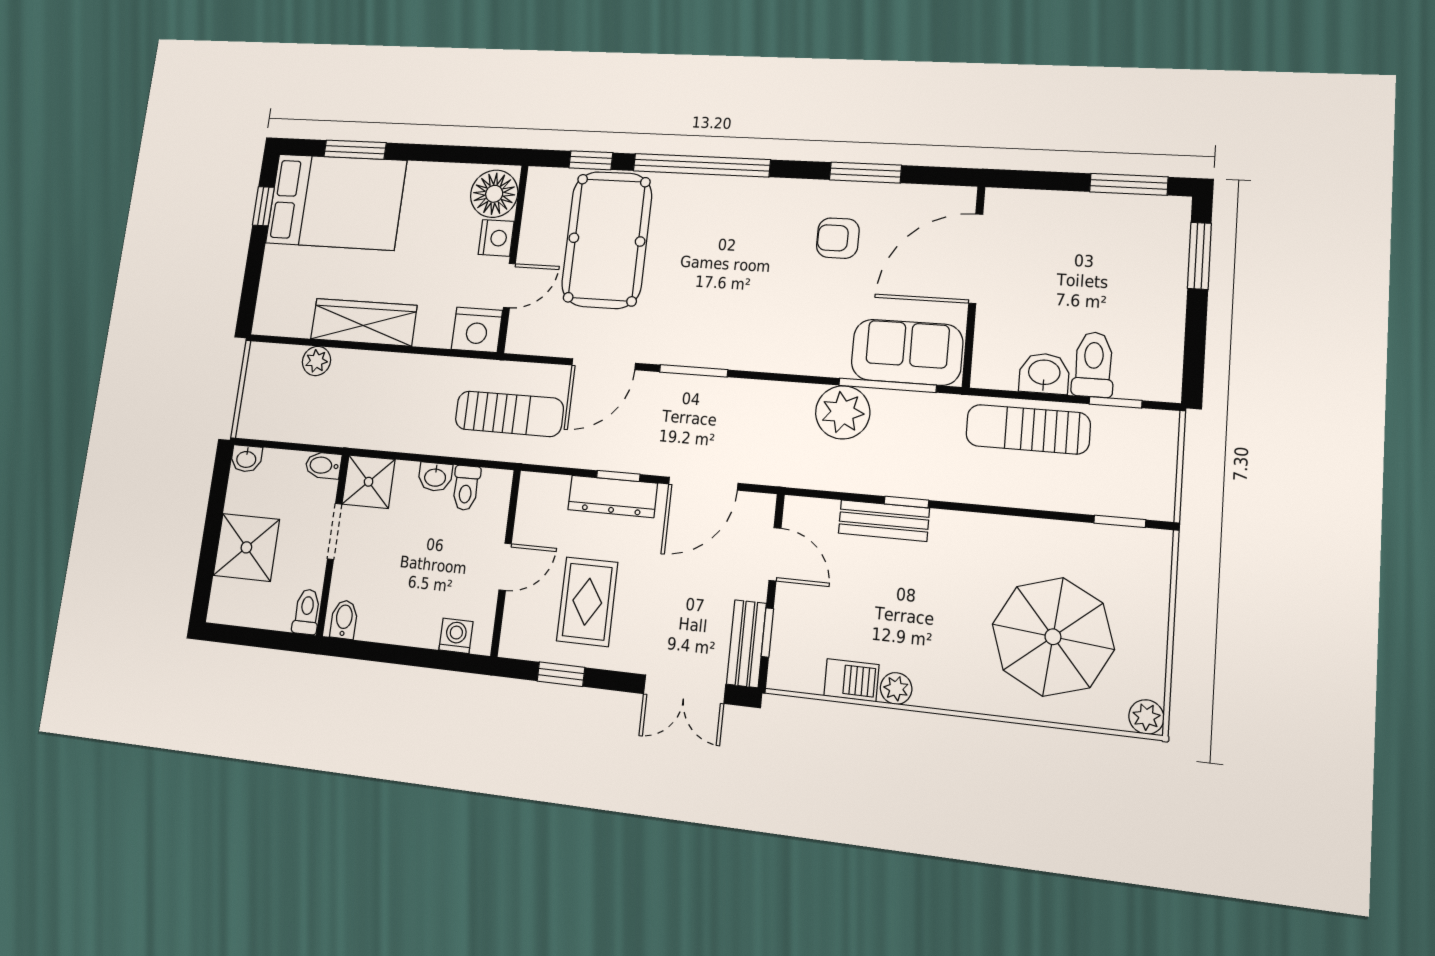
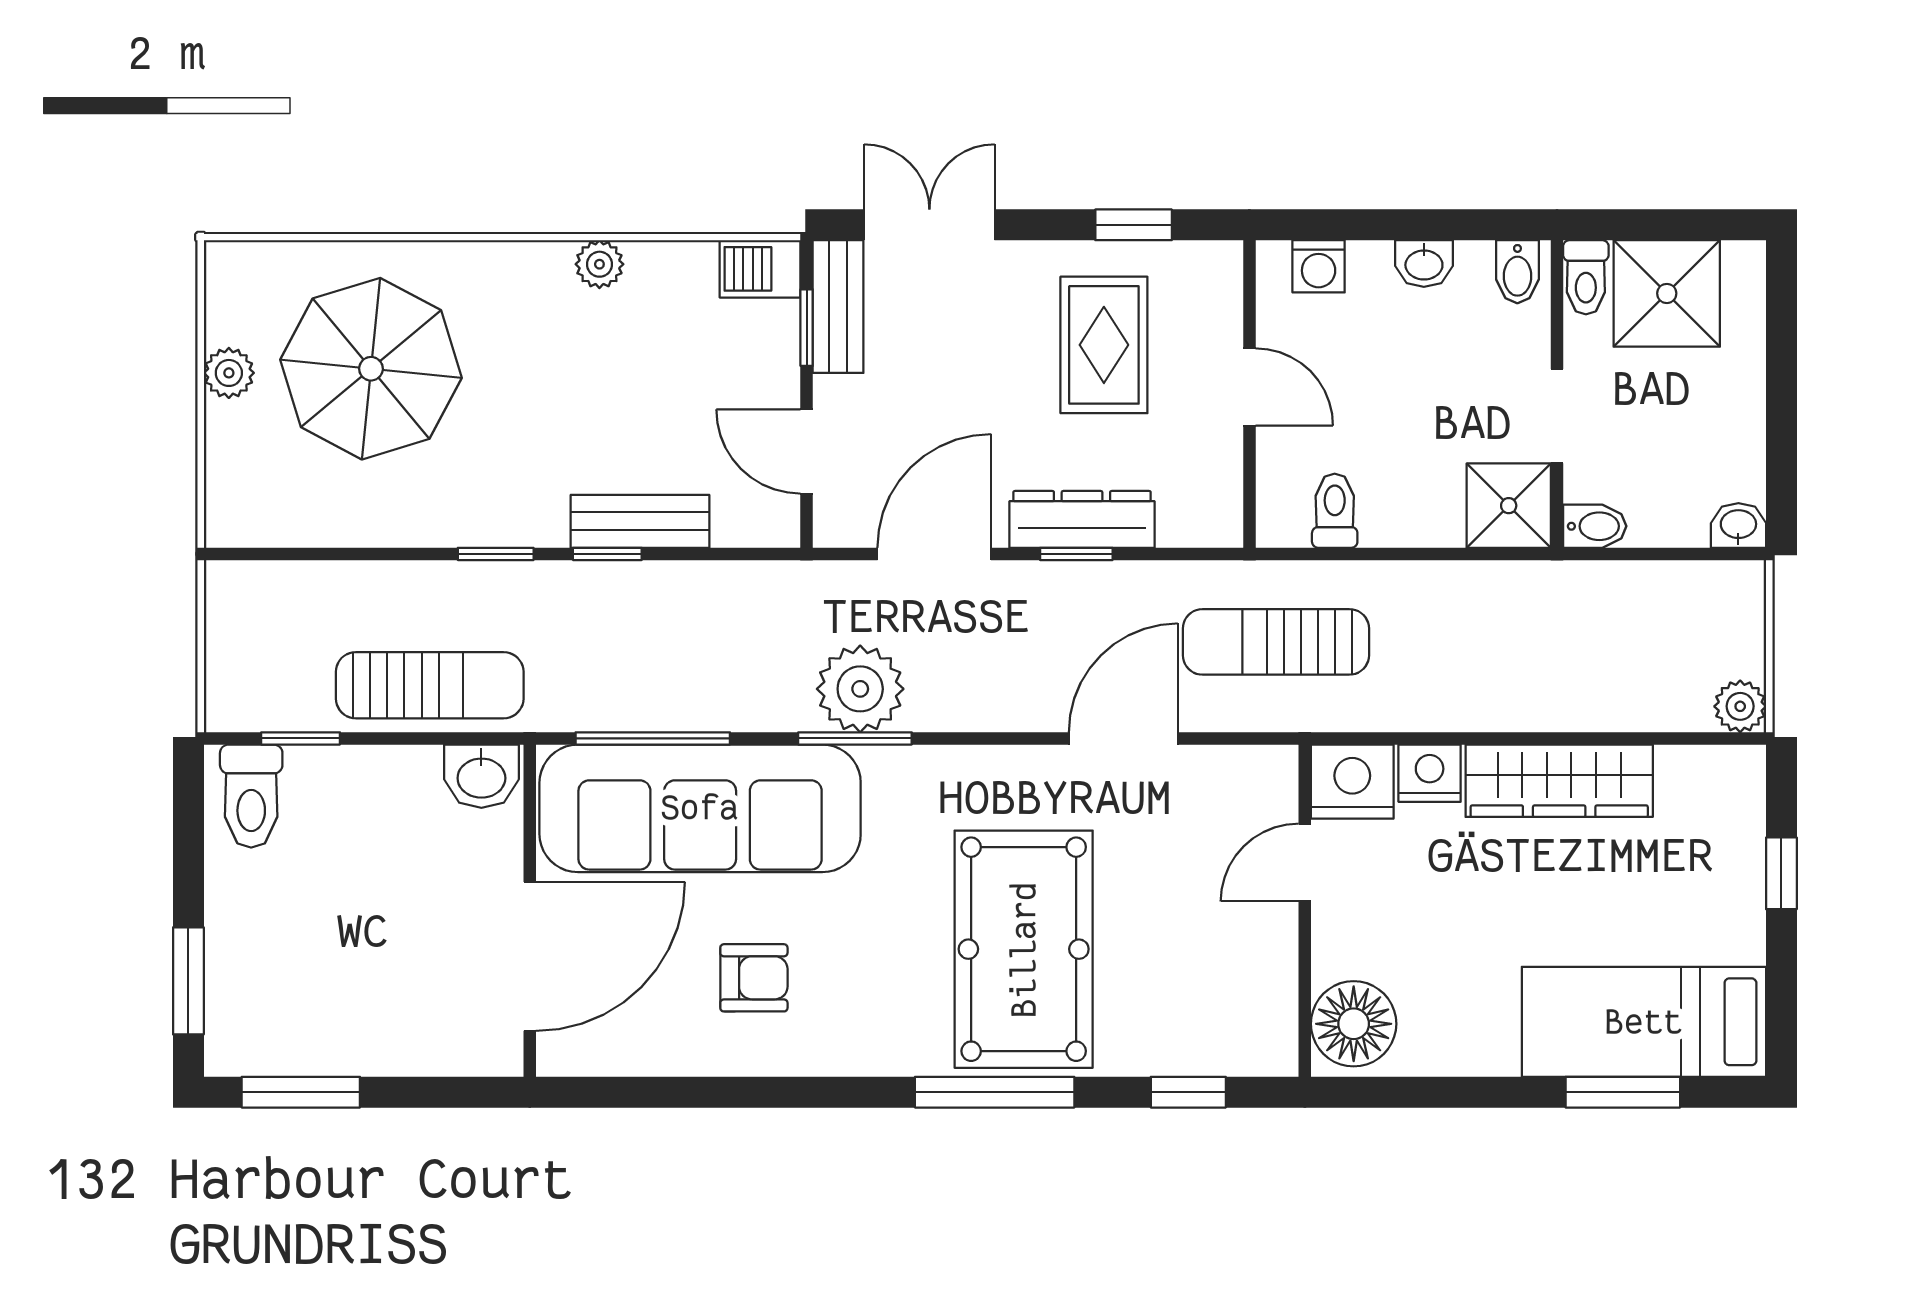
window: (701, 165) -> (995, 1092), width x0.68
window: (865, 173) -> (719, 1092), removed
bed: (336, 202) -> (1644, 1022), width x0.67
window: (263, 206) -> (1781, 873), moved
nightstand: (496, 238) -> (1430, 773), moved, turned 90
pool table: (607, 240) -> (1024, 949), moved
sofa: (907, 352) -> (700, 808), width x1.85, depth x1.27
plant: (316, 361) -> (1740, 706), moved
toilet: (1093, 364) -> (251, 796), moved
window: (694, 371) -> (855, 738), moved
washbasin: (1044, 373) -> (481, 776), moved
plant: (843, 412) -> (860, 689), moved
washbasin: (435, 477) -> (1424, 264), moved, turned 180
window: (1120, 521) -> (496, 554), moved
shower: (246, 547) -> (1667, 293), moved
door: (505, 567) -> (1249, 387), swing flipped
barbecue: (851, 680) -> (760, 269), moved
plant: (1146, 717) -> (229, 373), moved

